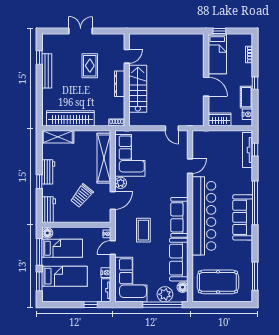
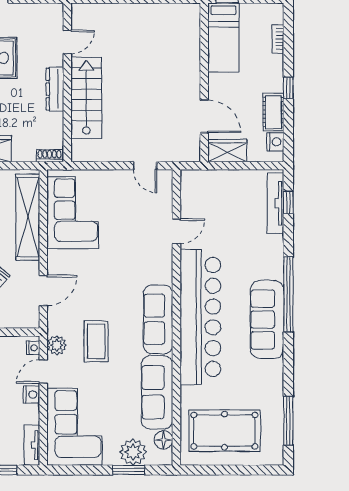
door: (206, 87) -> (204, 116), moved
plant: (121, 183) -> (57, 345), moved
nightstand: (106, 273) -> (31, 394), moved
window: (162, 305) -> (129, 470), width x0.47

